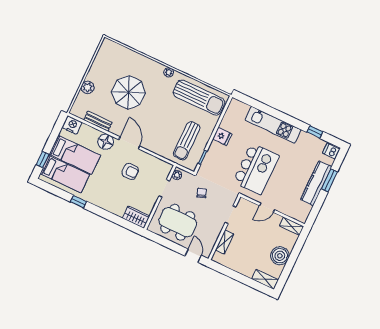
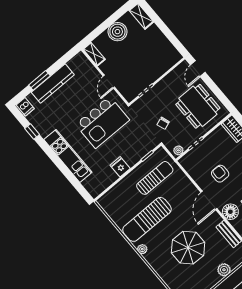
sun lounger: (199, 98) -> (147, 219), moved, turned -90
kitchen island: (256, 169) -> (102, 122), turned 180
door: (267, 208) -> (109, 82), swing flipped
shelving: (225, 242) -> (163, 68), removed

